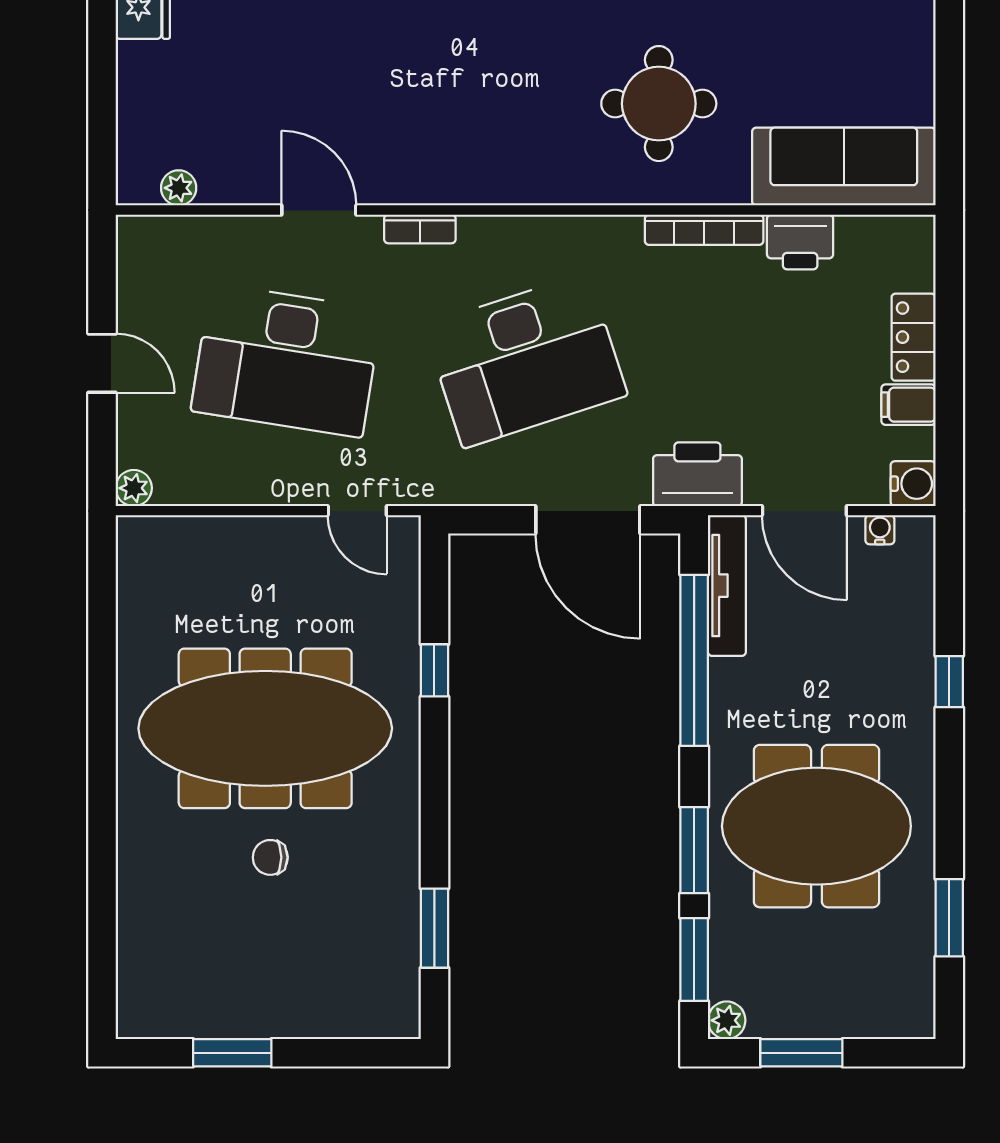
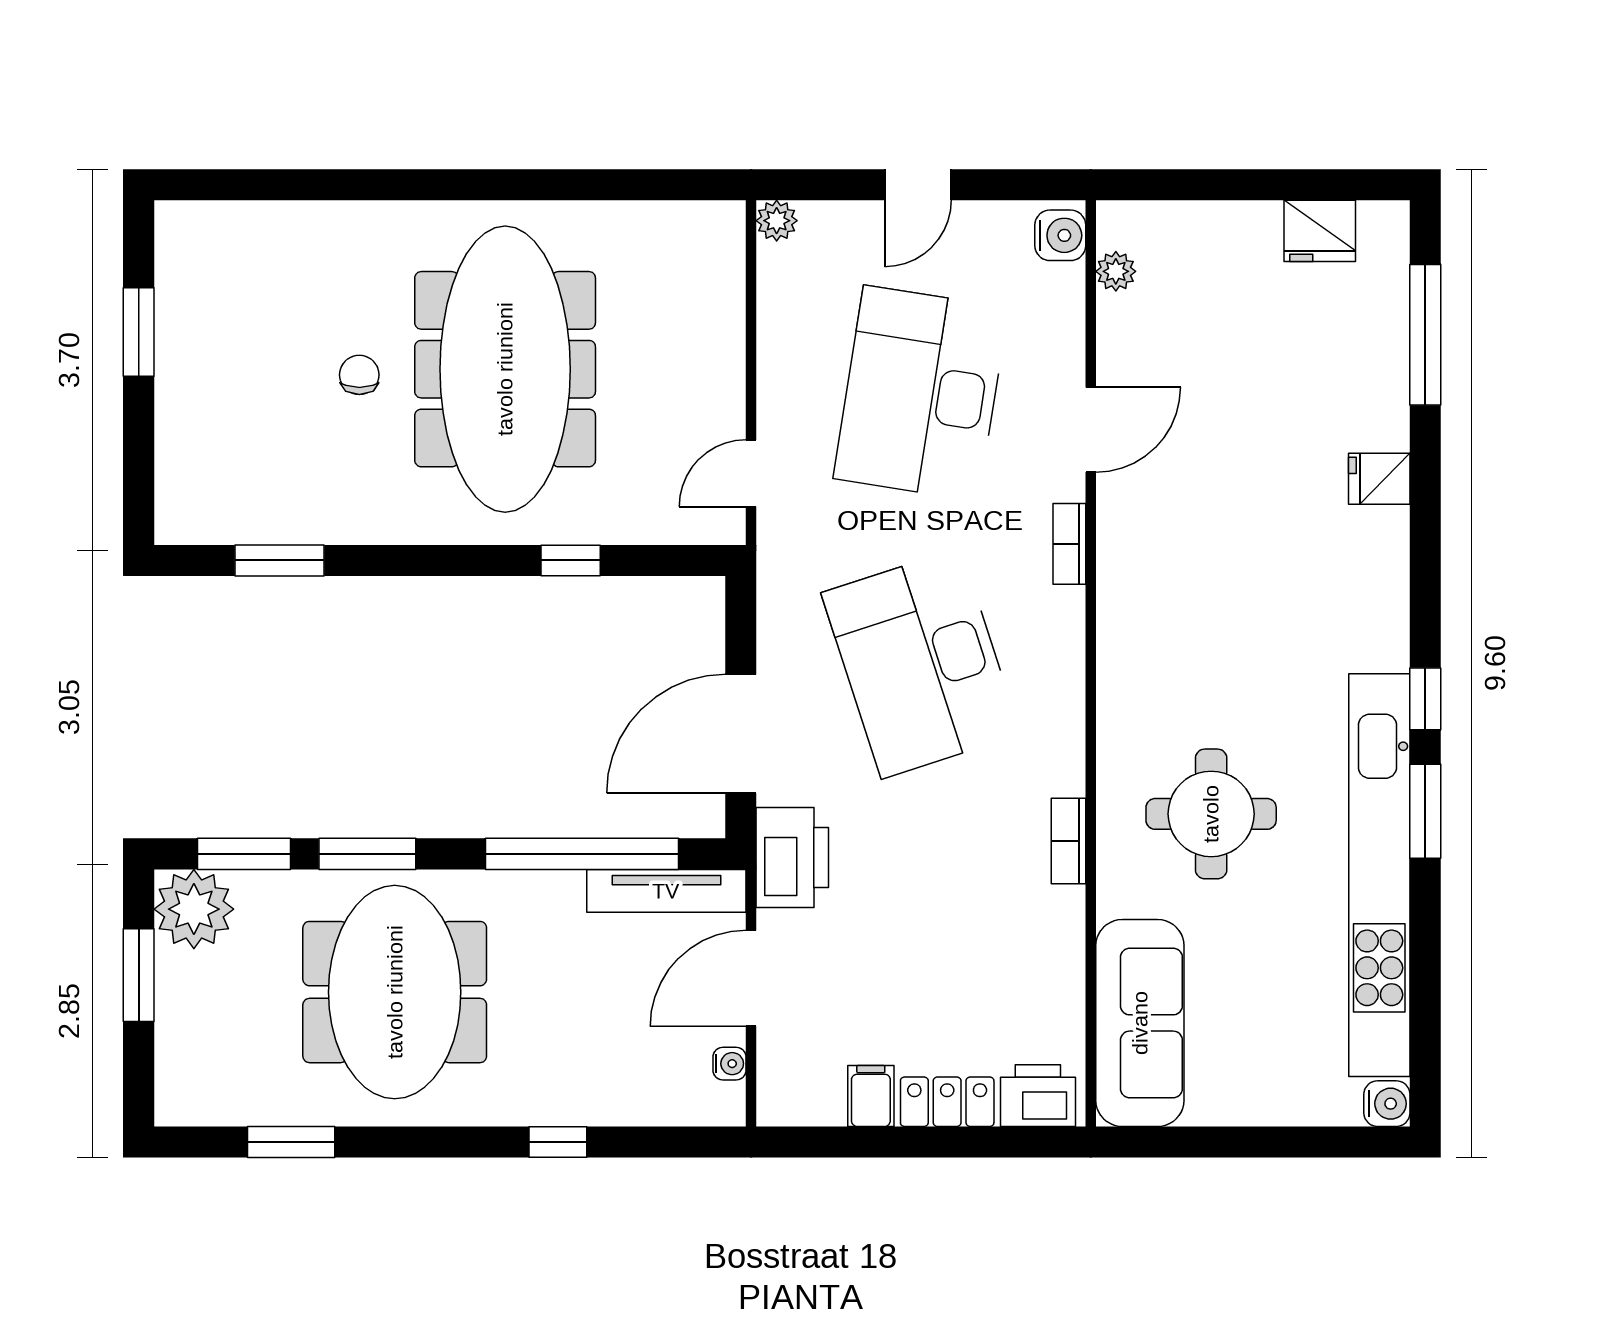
bookcase: (704, 230) -> (1068, 841), width x0.64
printer: (800, 242) -> (1038, 1096), moved, turned 90
water cooler: (913, 484) -> (1060, 235), moved, turned -90
plant: (727, 1020) -> (194, 909), width x1.88, depth x1.88

